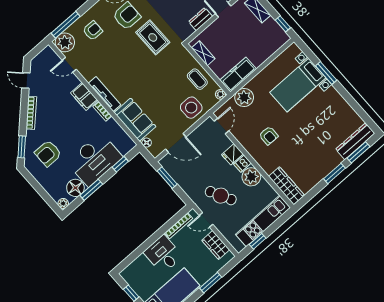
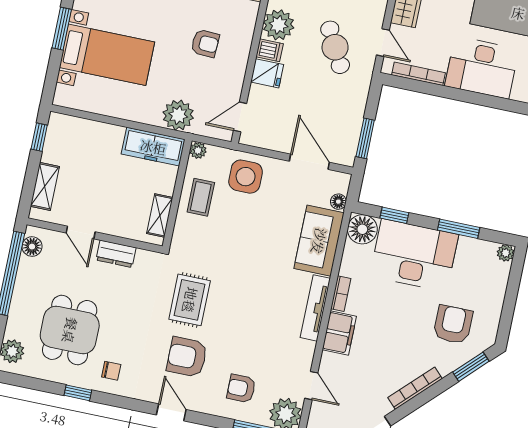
armchair: (269, 136) -> (205, 43), turned 93
armchair: (48, 153) -> (453, 324), turned -90
floor lamp: (75, 188) -> (362, 229), moved
desk: (163, 254) -> (482, 68), width x1.37

